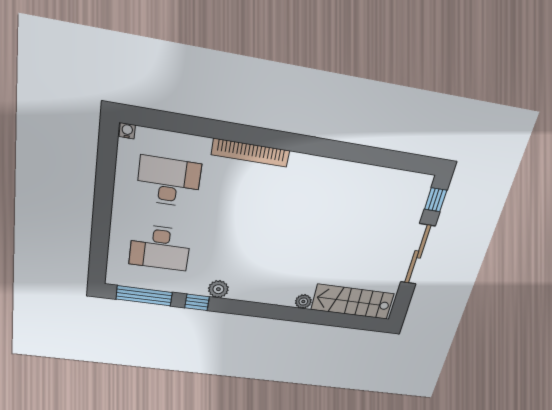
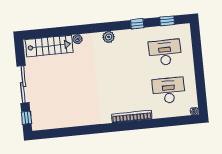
desk: (169, 182) -> (169, 90), turned 180
plant: (218, 289) -> (109, 37), moved
window: (144, 296) -> (167, 21), width x0.46

